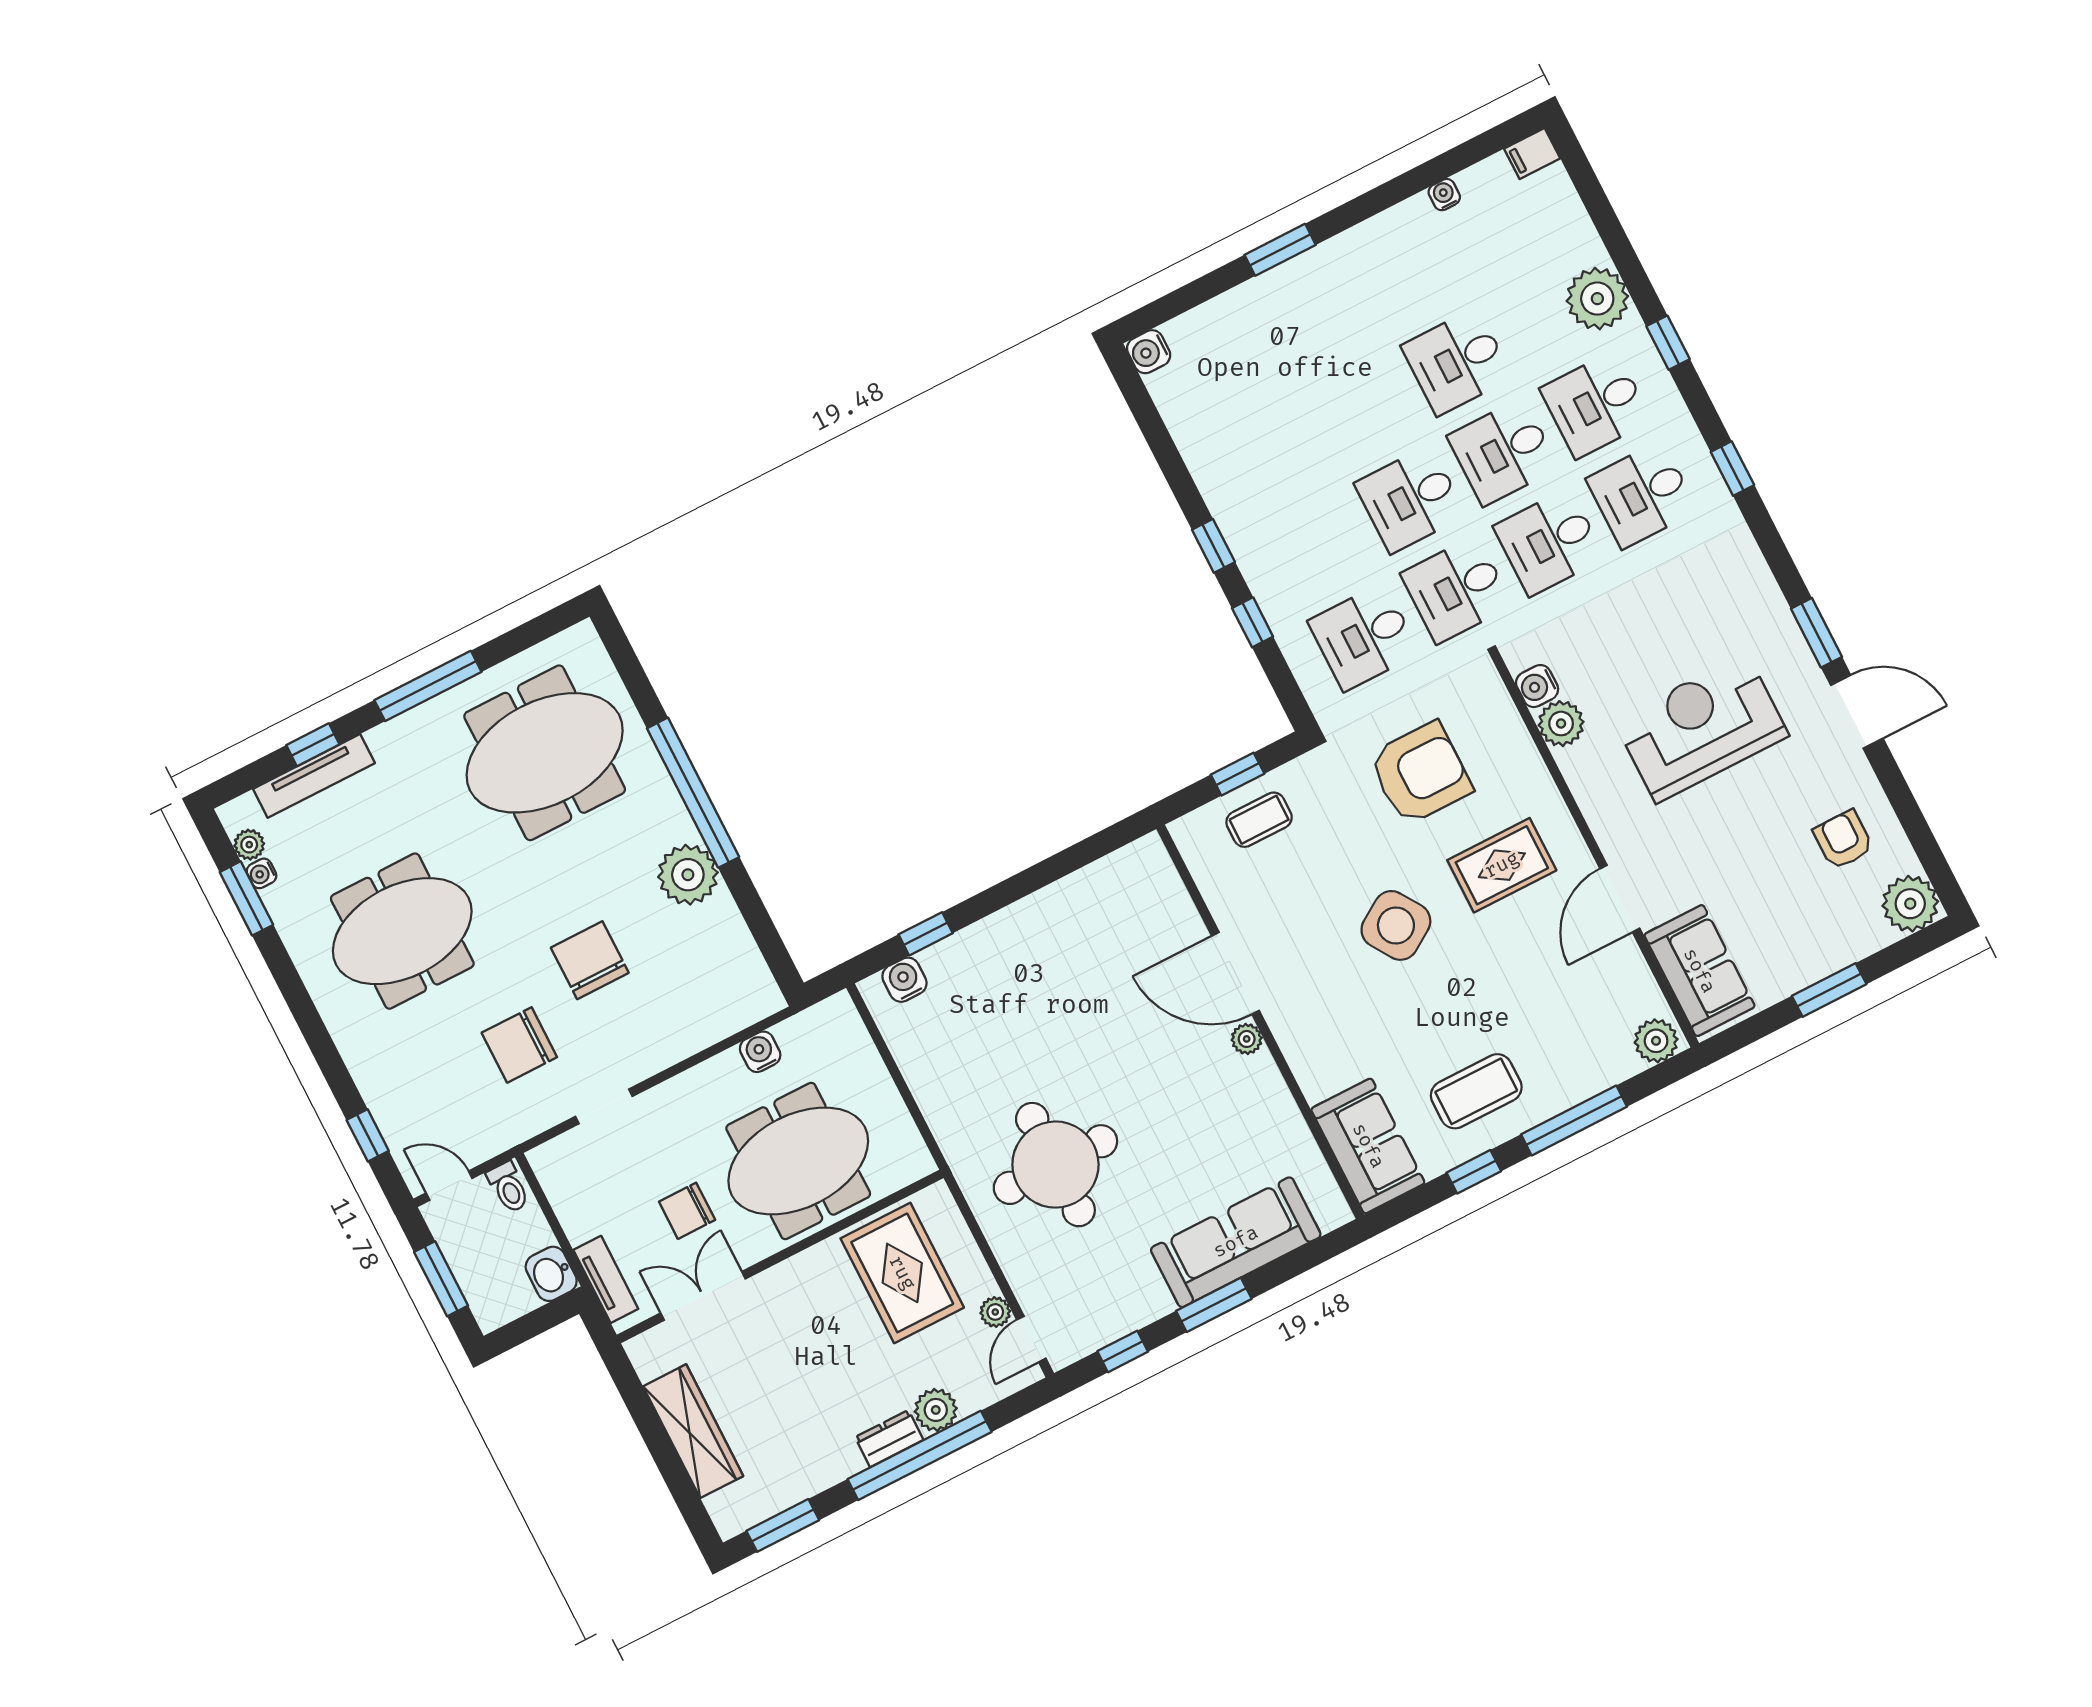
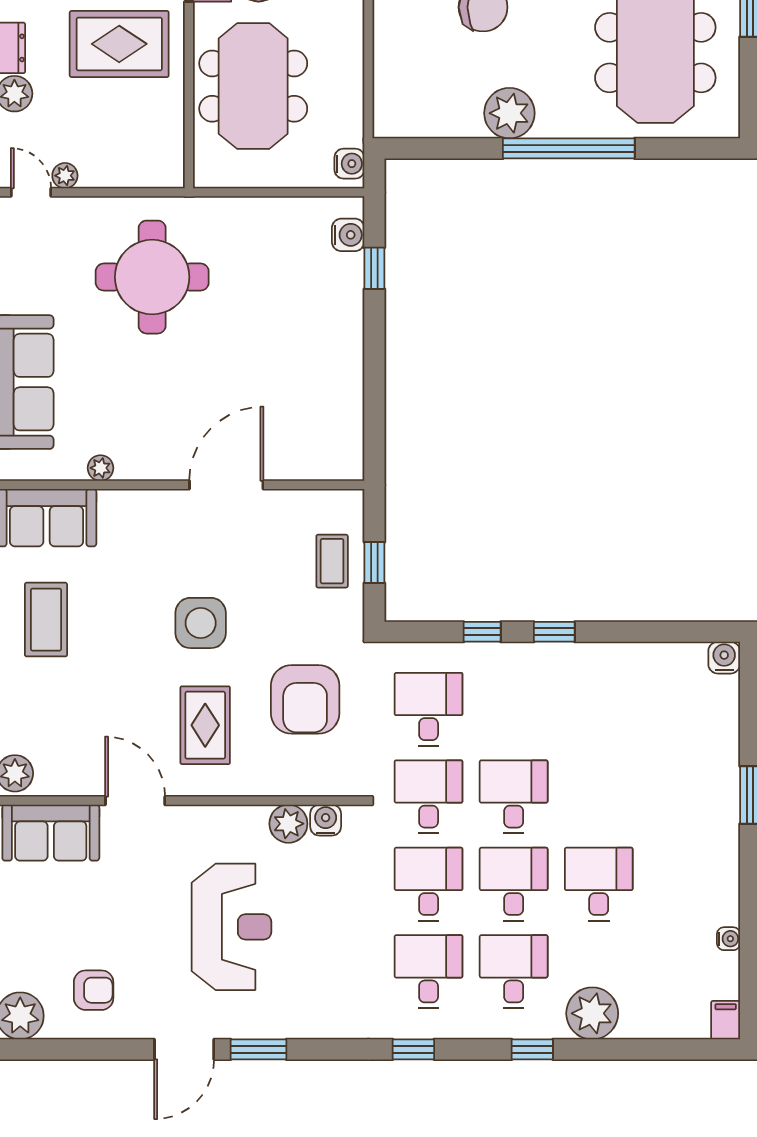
side table: (1396, 925) -> (201, 623), turned 33
plant: (1247, 1039) -> (100, 468), moved
water cooler: (760, 1052) -> (349, 164), moved
rug: (902, 1273) -> (119, 44), moved

